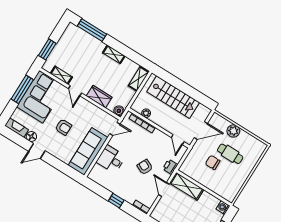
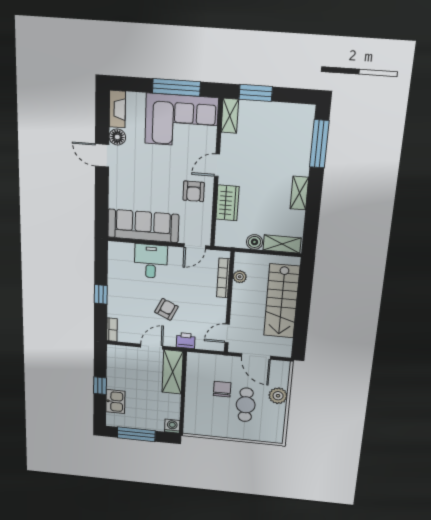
shelving: (61, 75) -> (230, 116), moved
boiler: (119, 111) -> (254, 242), moved
armchair: (63, 127) -> (194, 191), moved
door: (115, 129) -> (195, 246), hinge flipped

